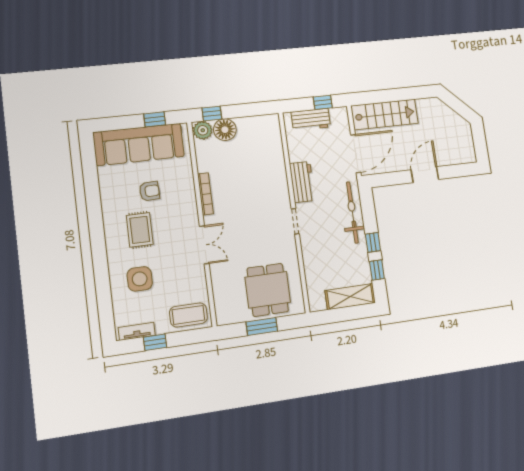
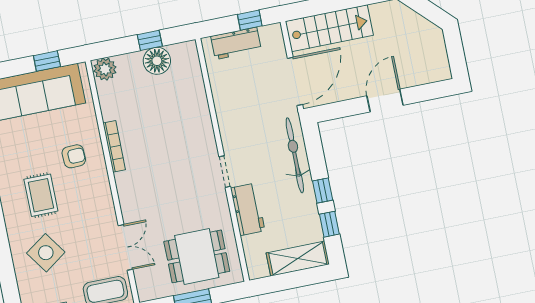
window: (212, 114) -> (150, 40), moved
floor lamp: (225, 130) -> (157, 61), moved
workbench: (302, 182) -> (248, 209), moved
armchair: (149, 191) -> (74, 156), moved
double door: (204, 245) -> (126, 247), moved
side table: (140, 279) -> (46, 253), turned -35
dining table: (268, 290) -> (197, 256), turned 90

